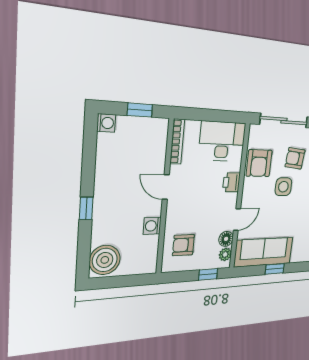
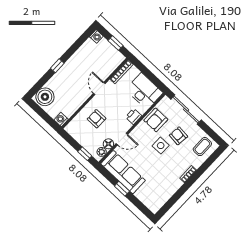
washing machine: (152, 226) -> (61, 120), moved
armchair: (183, 245) -> (97, 119), moved

